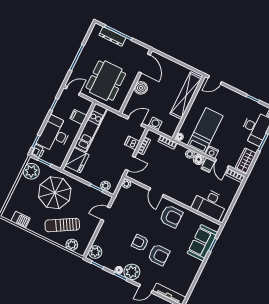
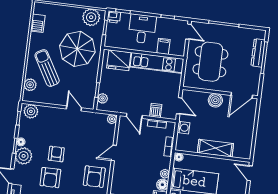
dining table: (106, 81) -> (210, 62), turned 90
shelving: (186, 96) -> (215, 148), width x0.68
desk: (55, 134) -> (142, 29), width x0.73

